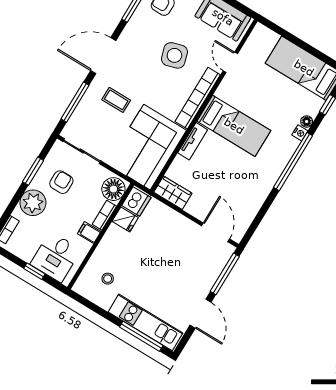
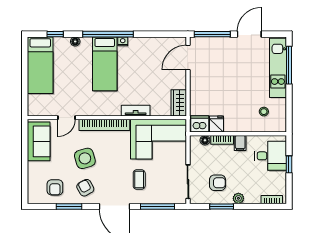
armchair: (143, 37) -> (85, 188), added
bed: (234, 126) -> (105, 64), moved, turned 180
nightstand: (300, 133) -> (123, 41), moved
armchair: (61, 182) -> (217, 183), turned 180
floor lamp: (113, 189) -> (205, 140), width x0.53, depth x0.53
plant: (33, 203) -> (238, 198), width x0.53, depth x0.53

